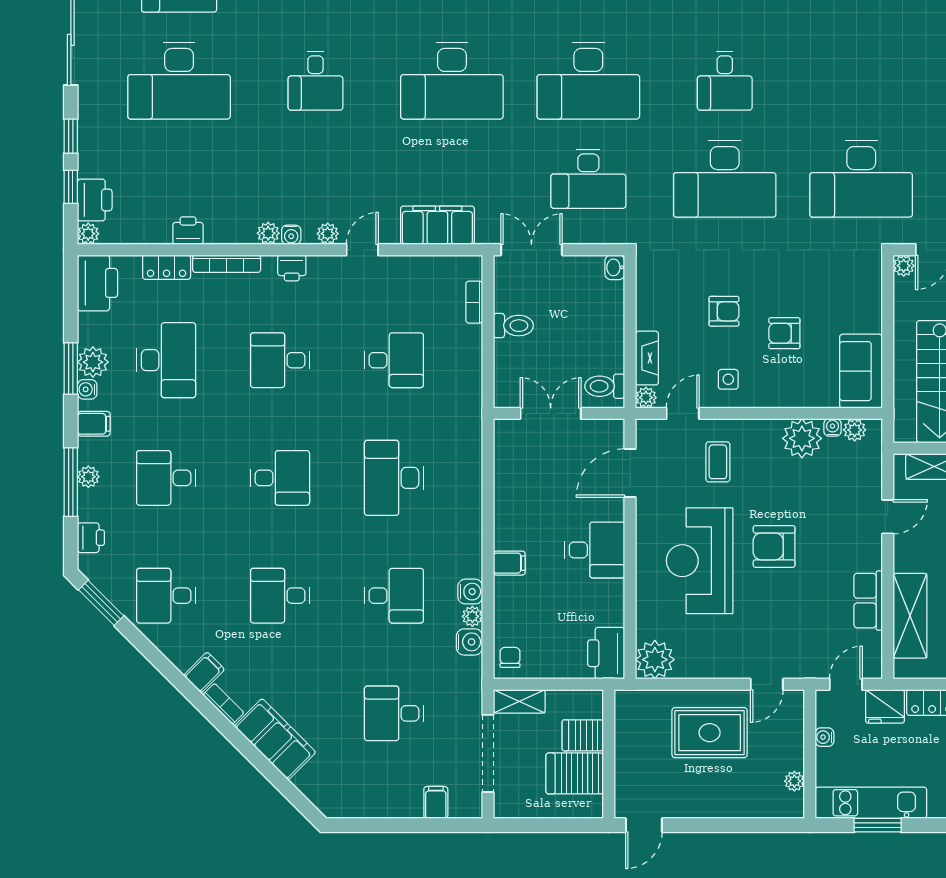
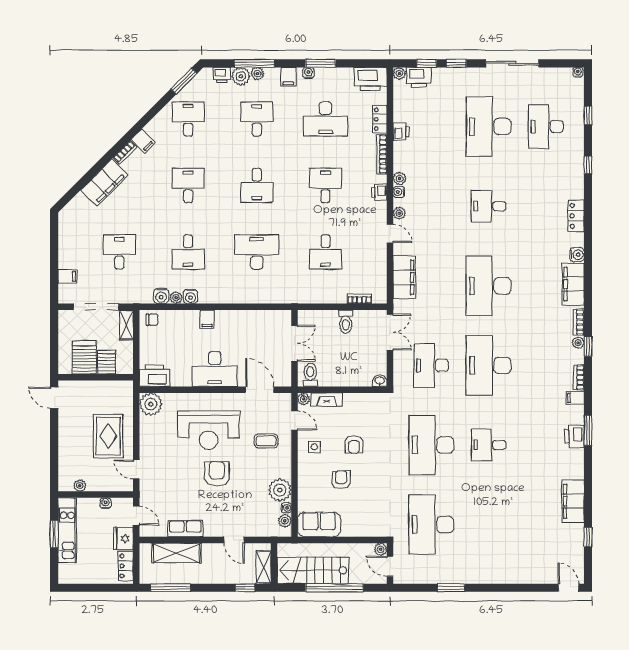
plant: (93, 362) -> (241, 76), moved
desk: (595, 550) -> (215, 369), width x1.37
reception desk: (700, 561) -> (208, 430), turned 180

